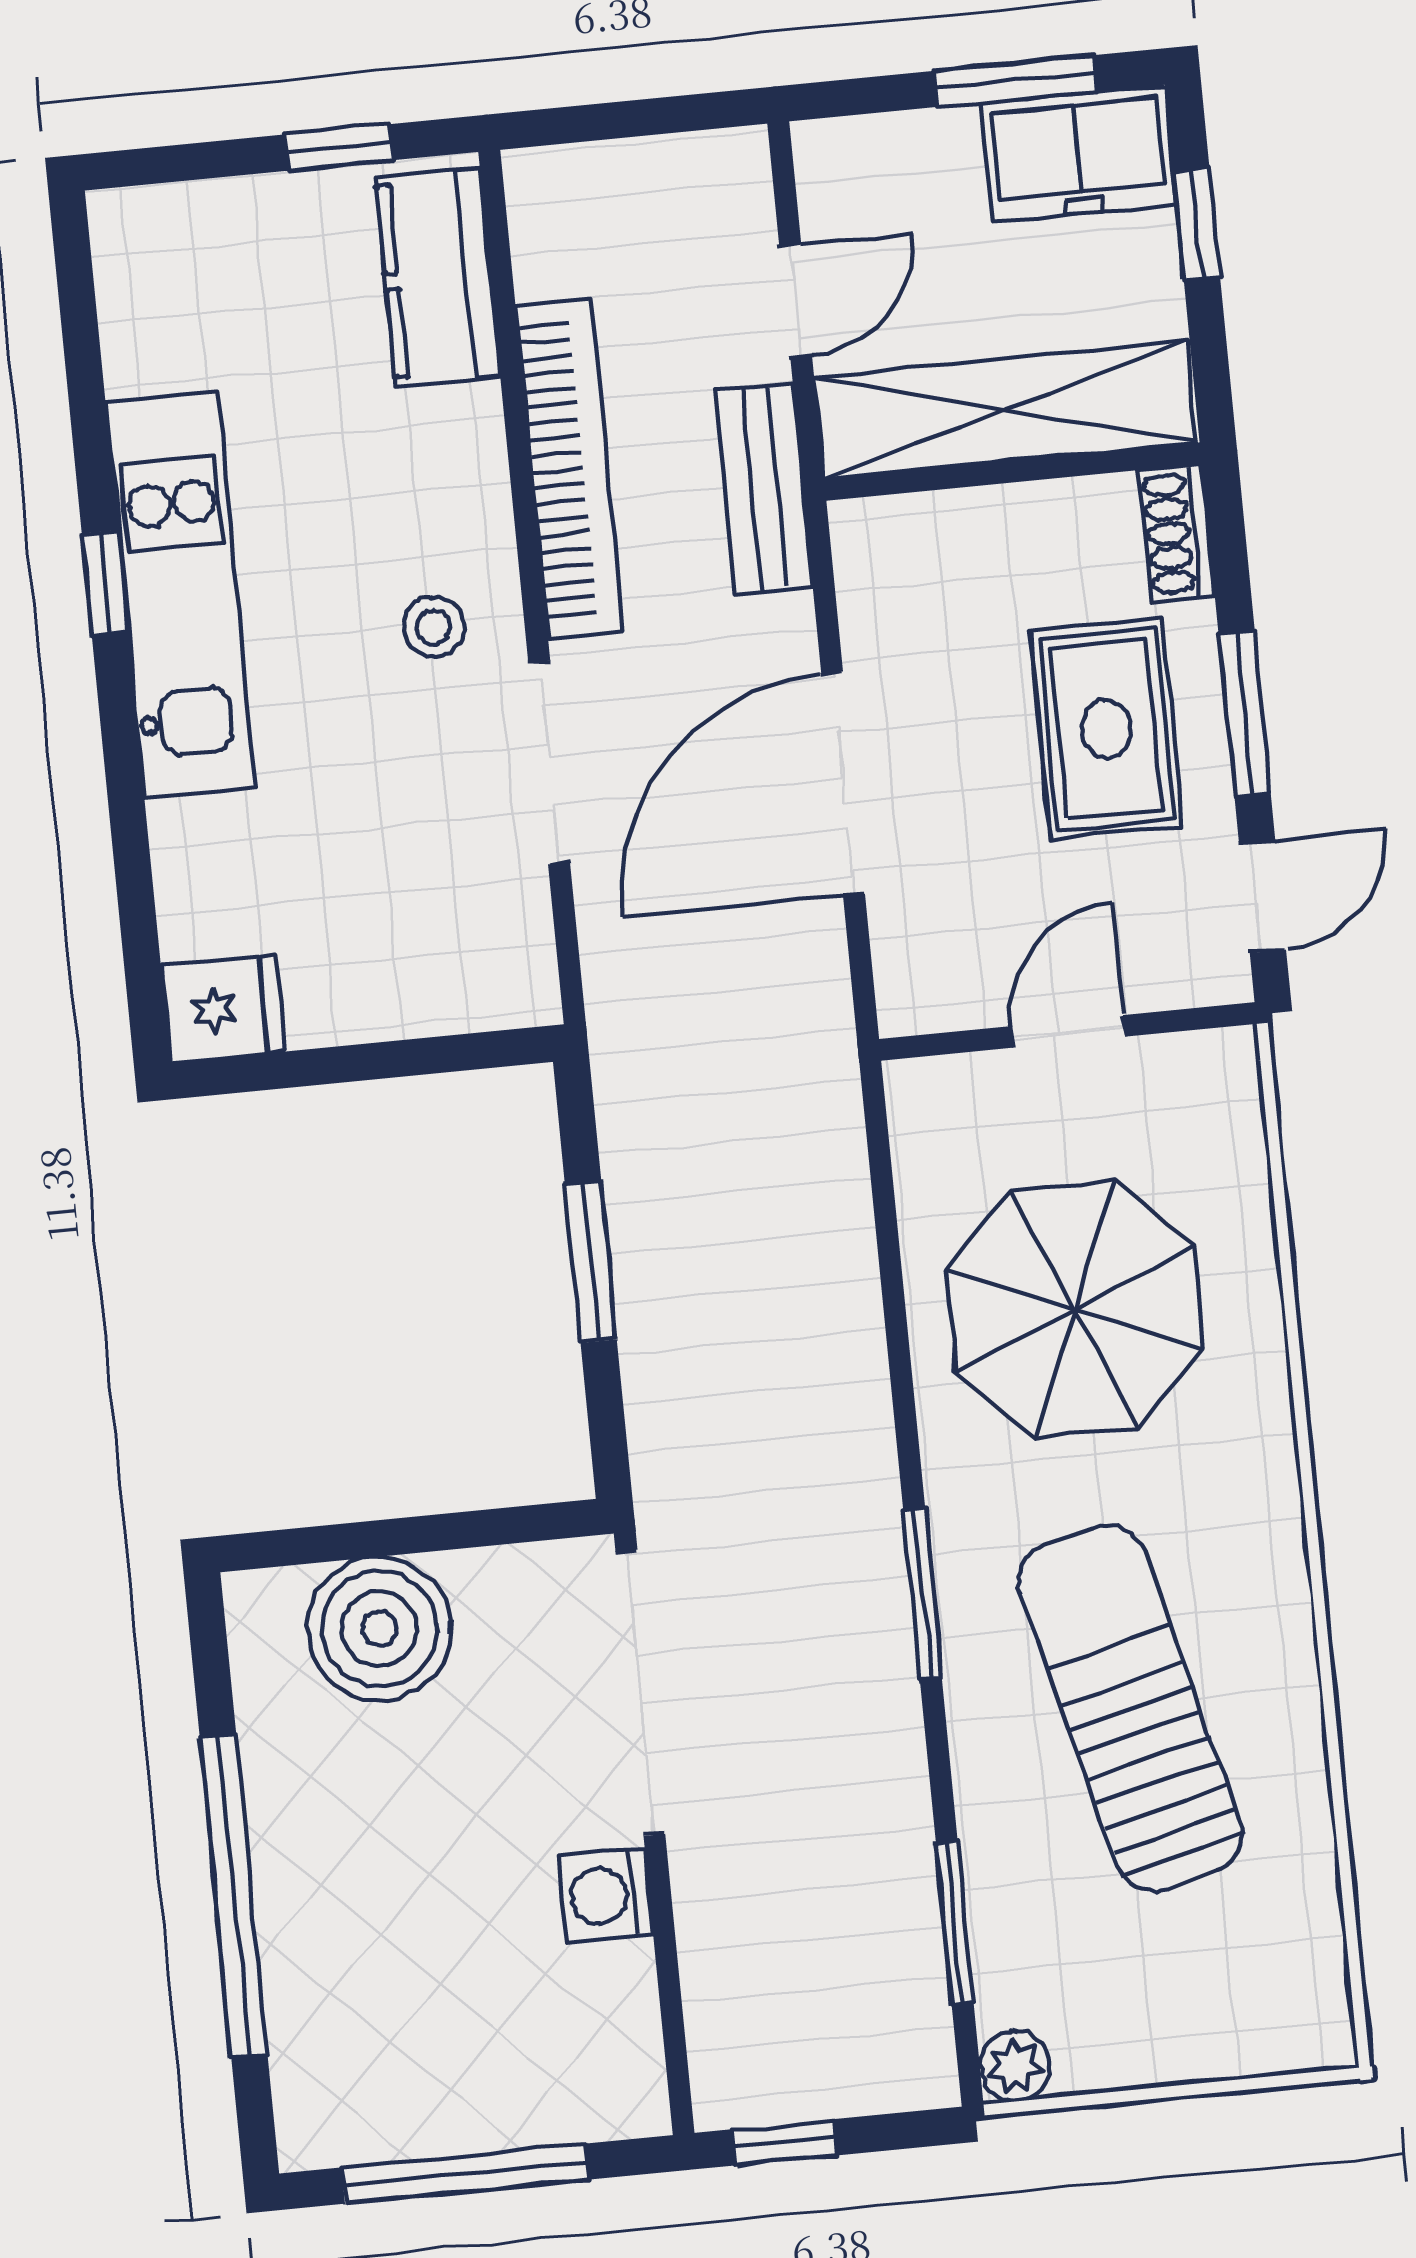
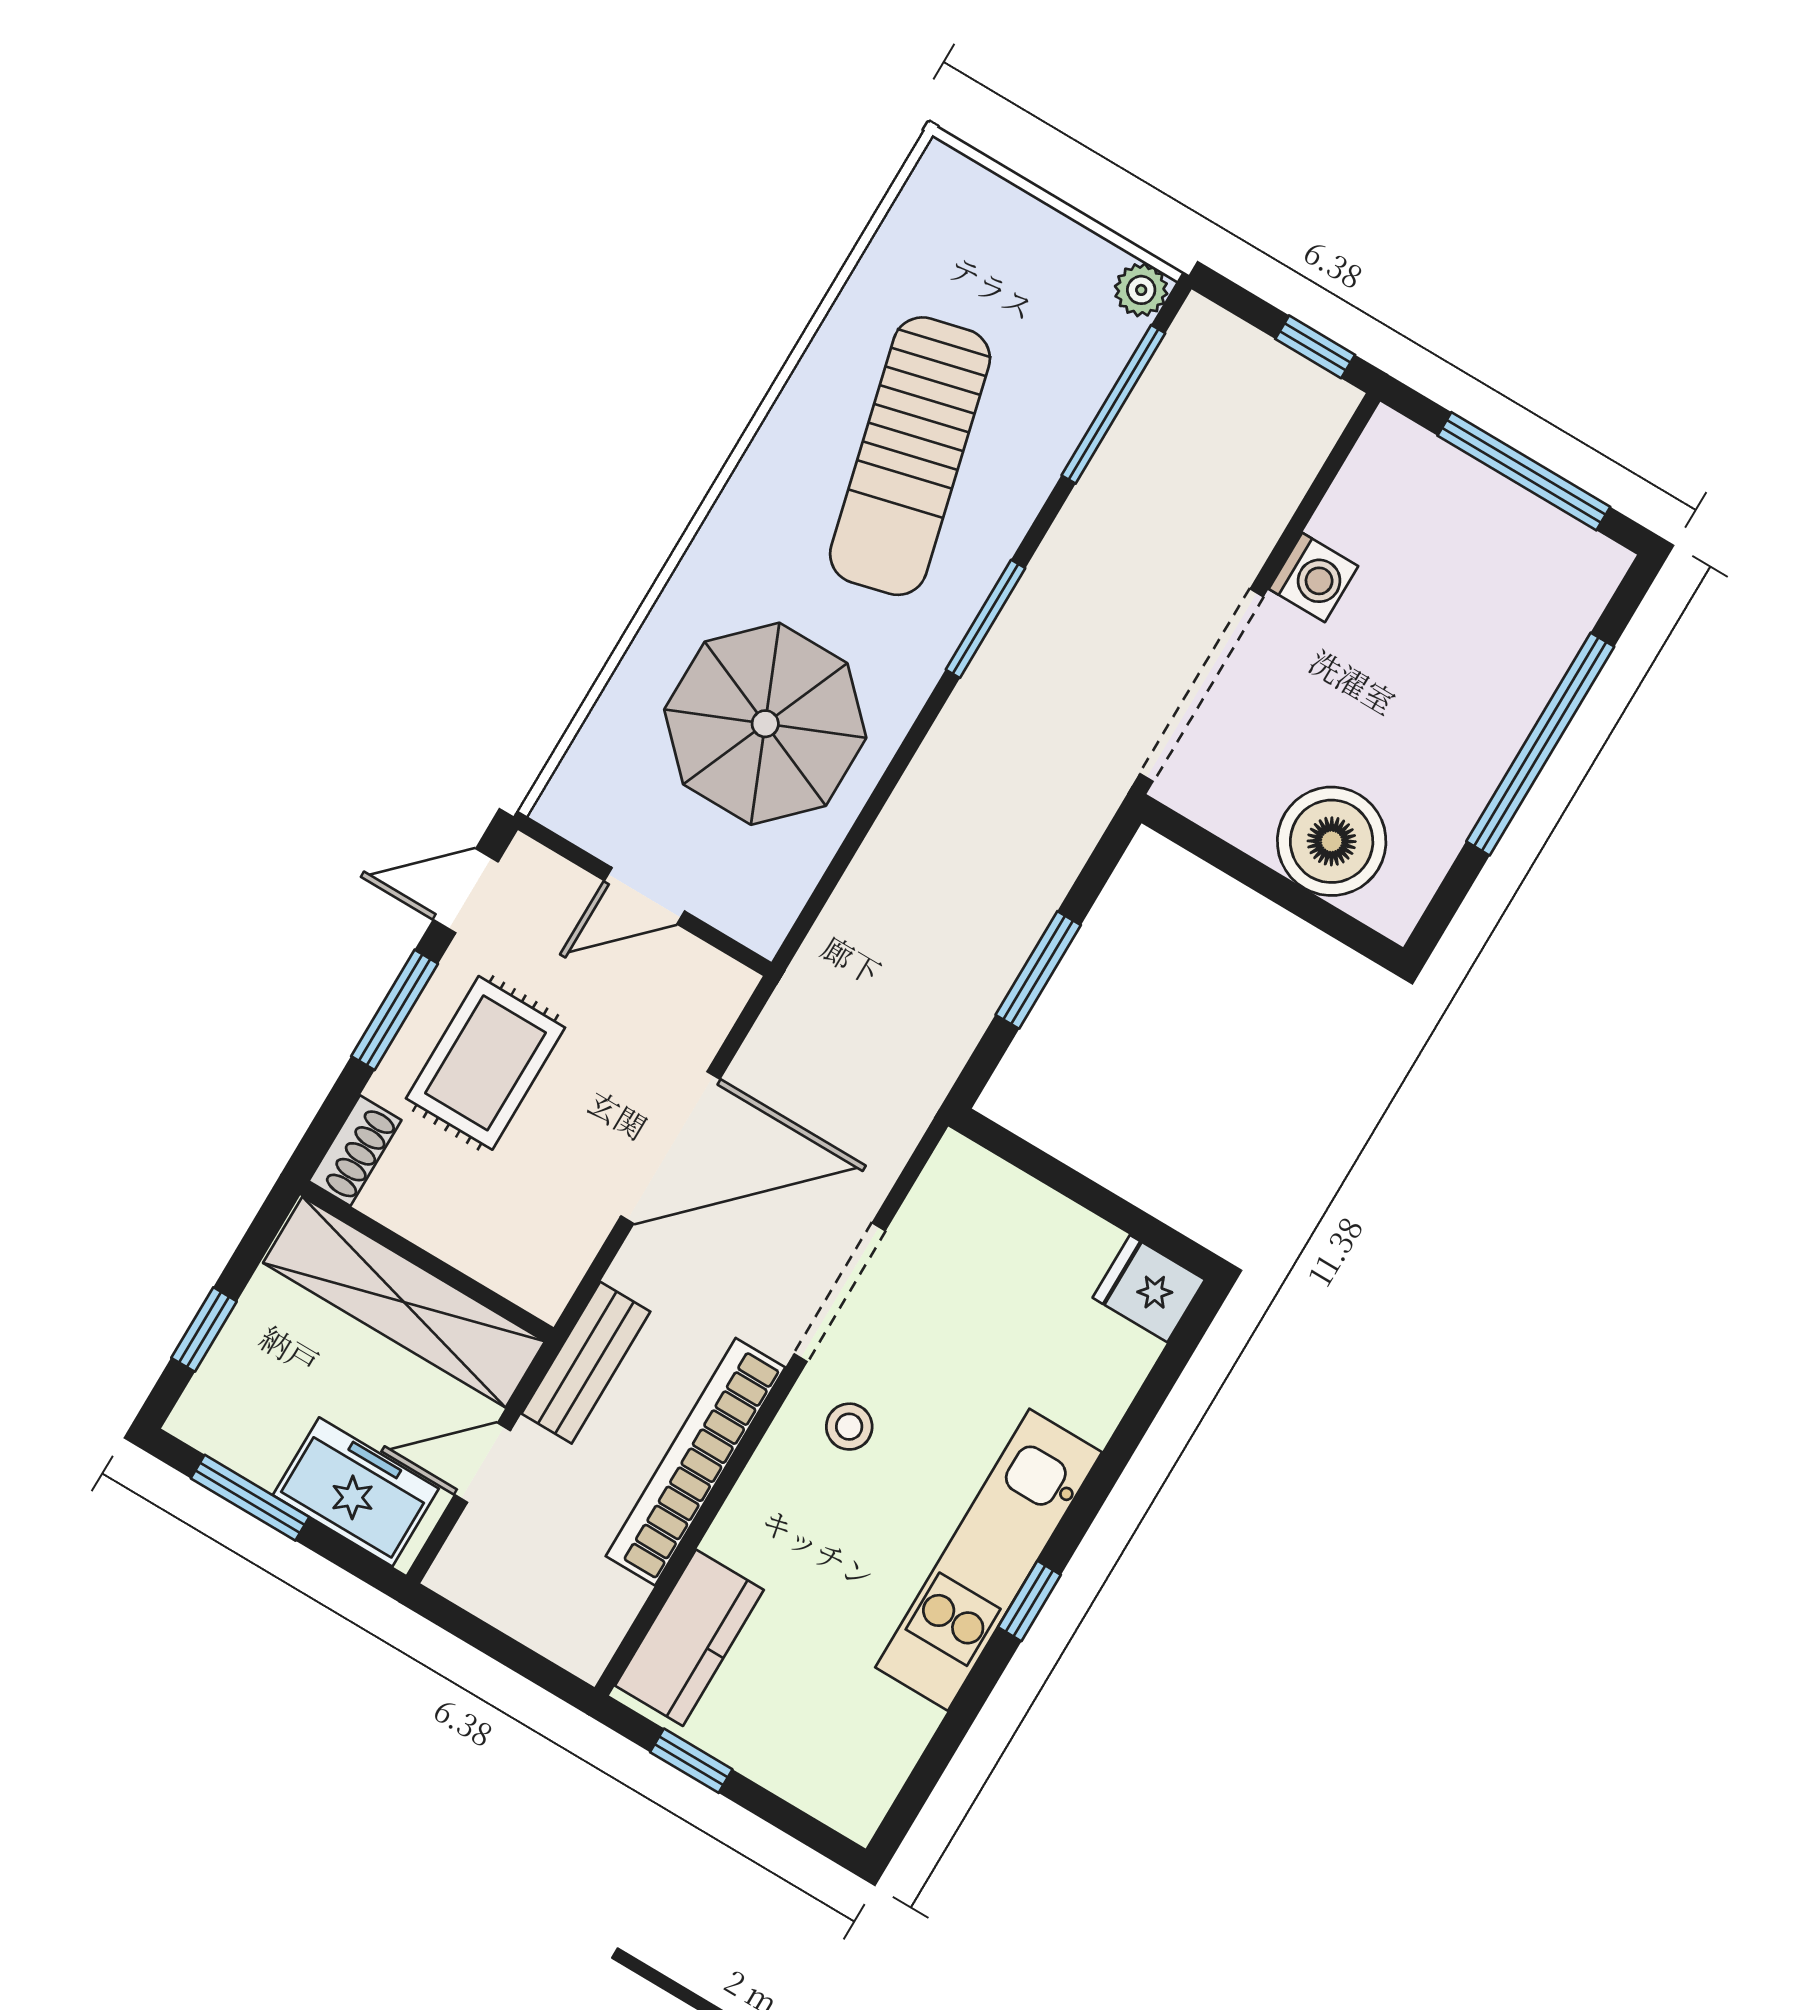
freezer: (1079, 153) -> (356, 1492), moved
window: (955, 1923) -> (1113, 404), width x1.44

